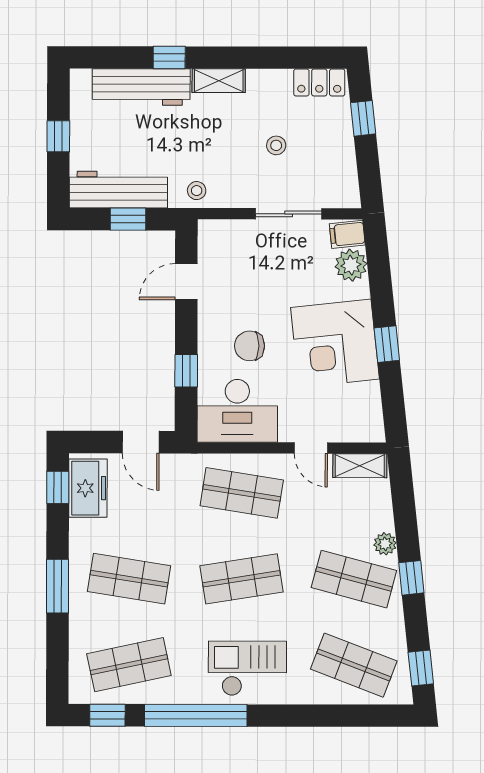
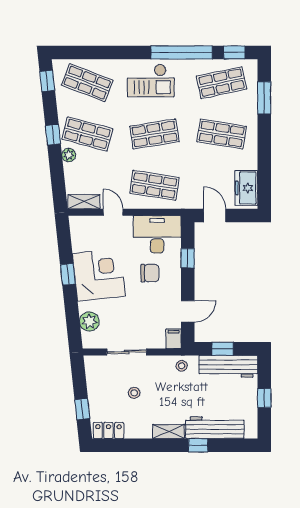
filing cabinet: (347, 234) -> (174, 339), moved, turned -84
window: (58, 487) -> (264, 188), removed
window: (58, 586) -> (264, 98), moved

